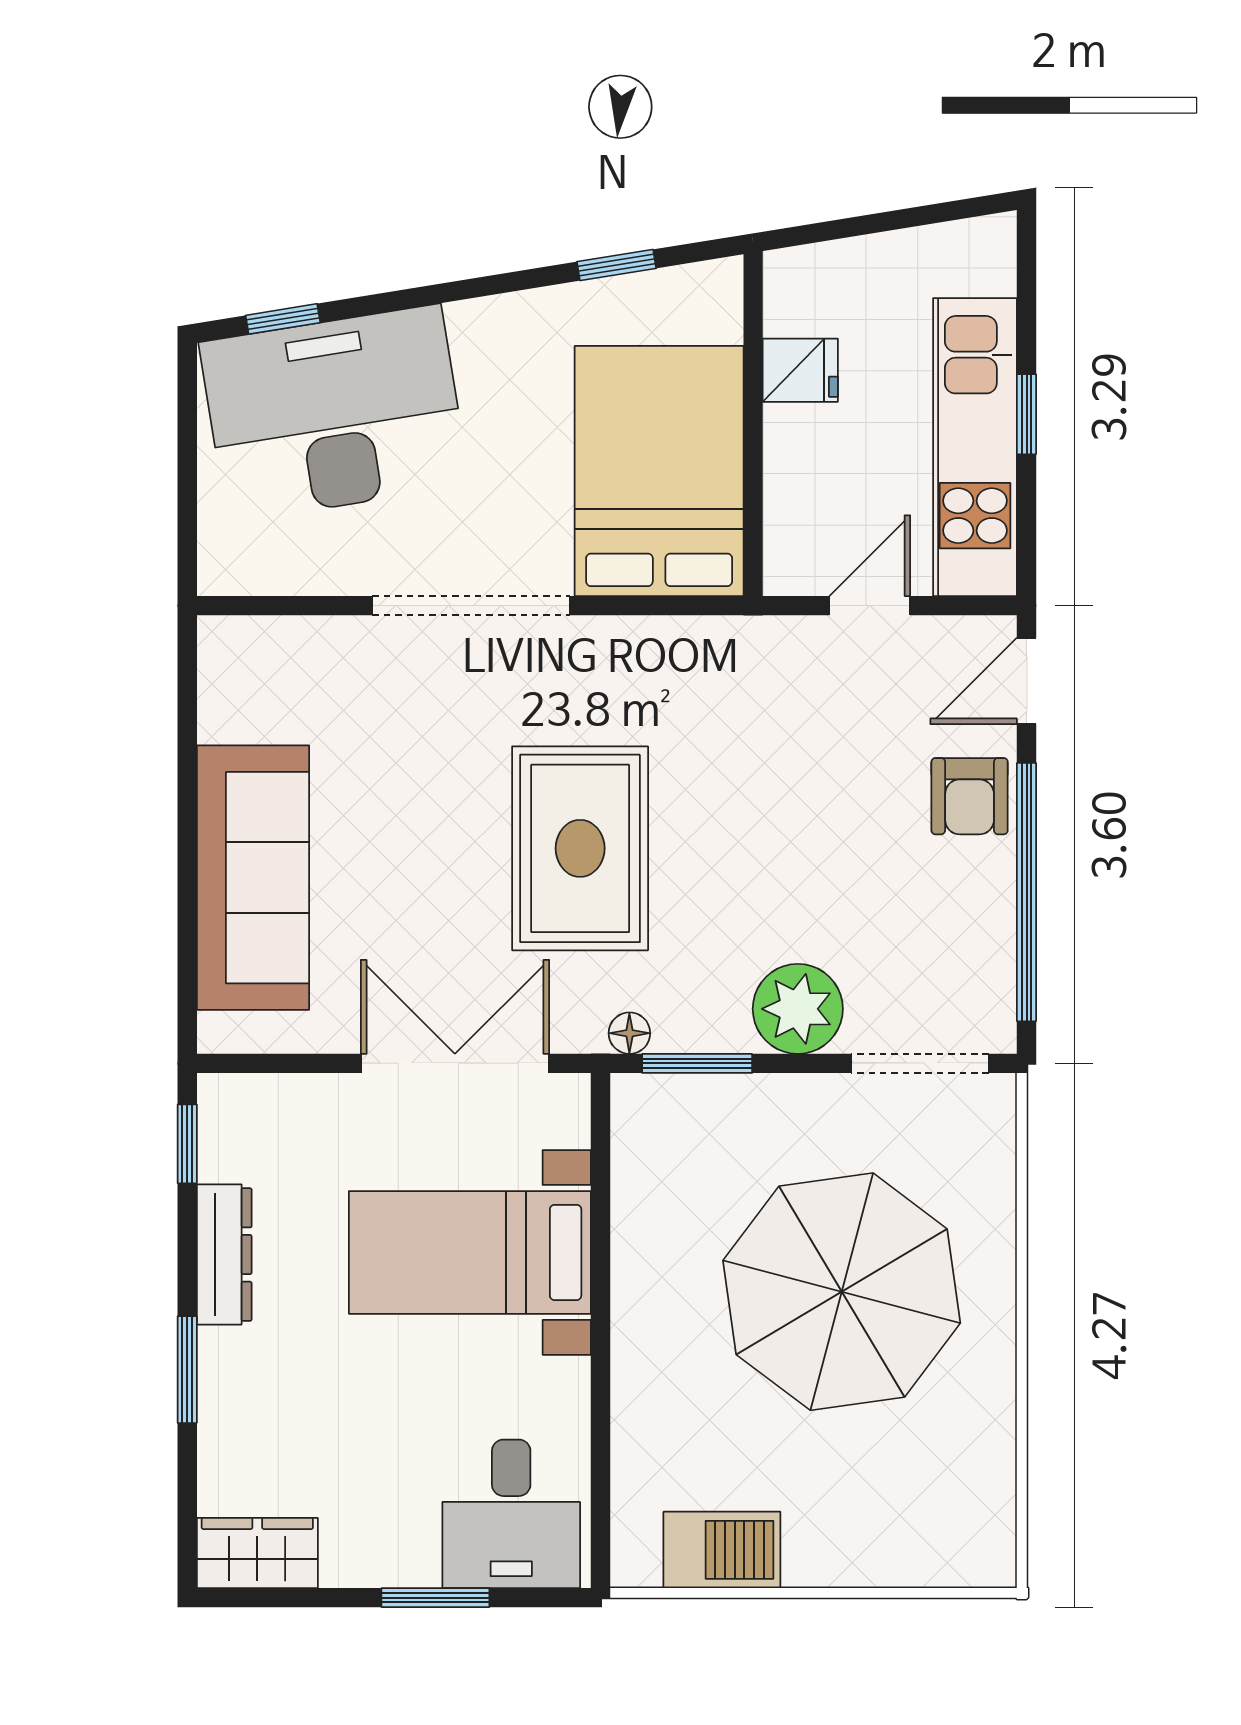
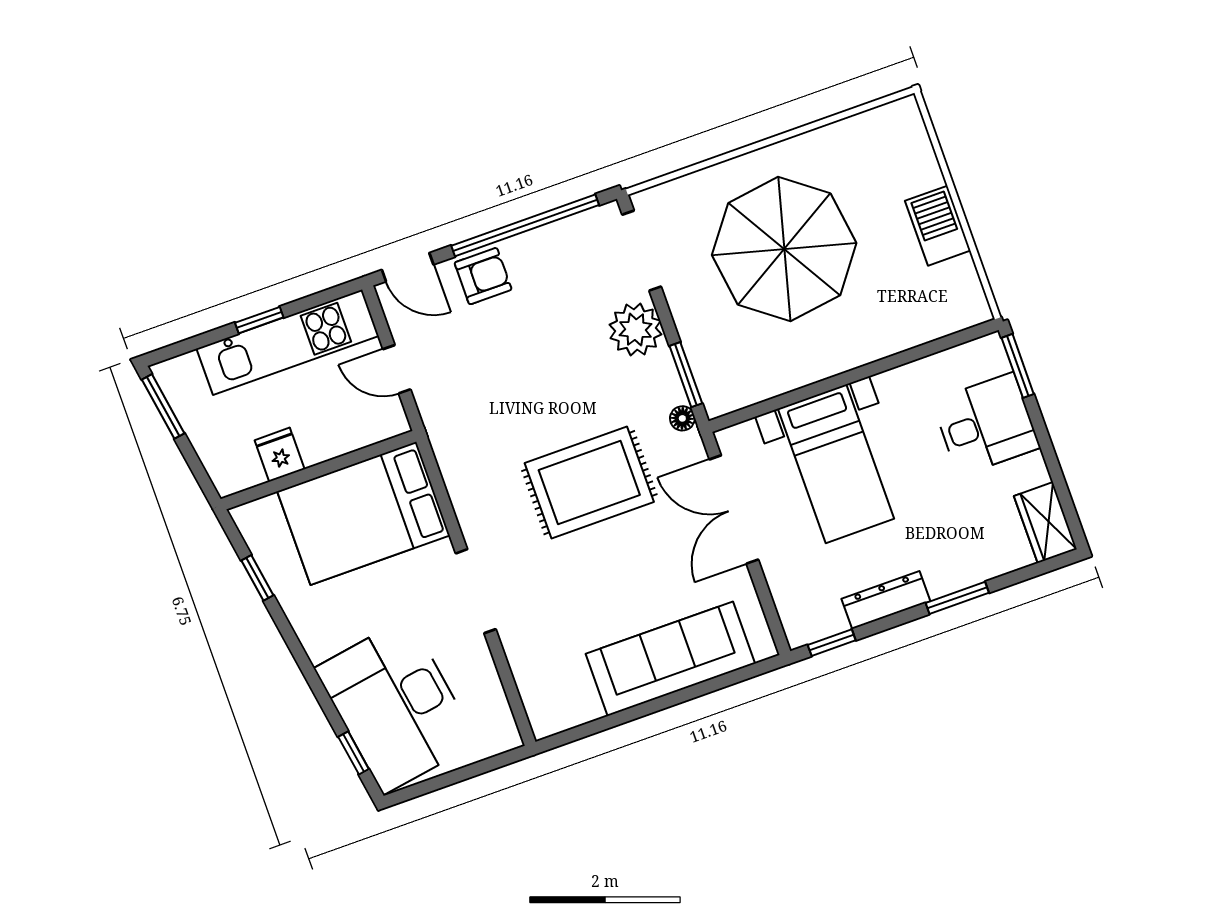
window: (943, 212) -> (163, 406), added
doorway: (471, 606) -> (476, 591), width x0.73
desk: (511, 1514) -> (986, 424), moved
barbecue: (722, 1550) -> (938, 226), moved
window: (435, 1598) -> (1018, 366), moved

